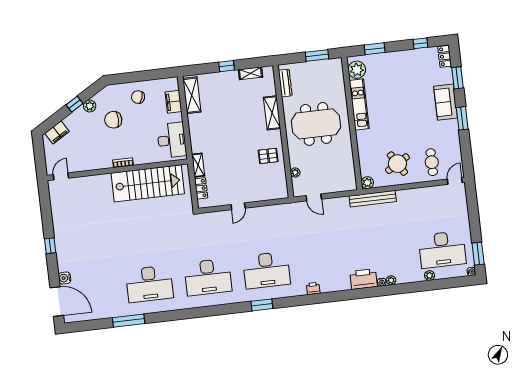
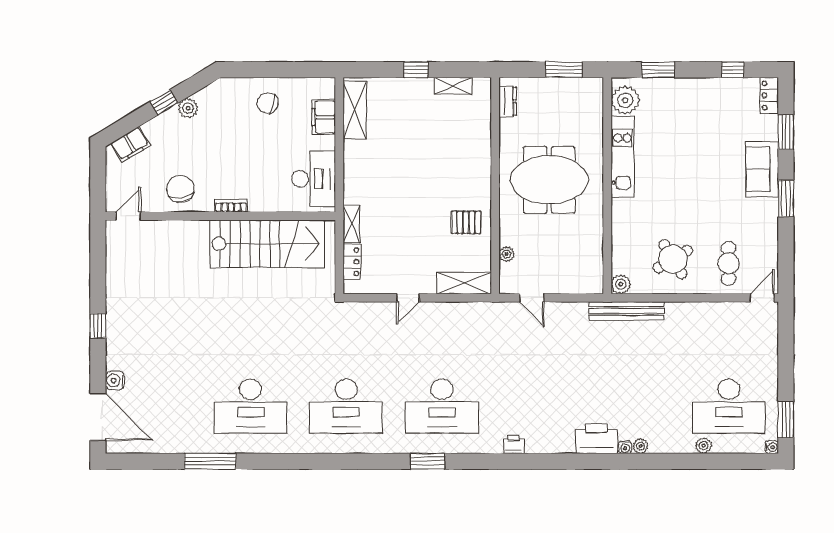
dresser: (285, 83) -> (508, 101), width x0.70
shelving: (272, 113) -> (464, 283), moved, turned 90
chair: (113, 120) -> (180, 189), moved, turned 82

